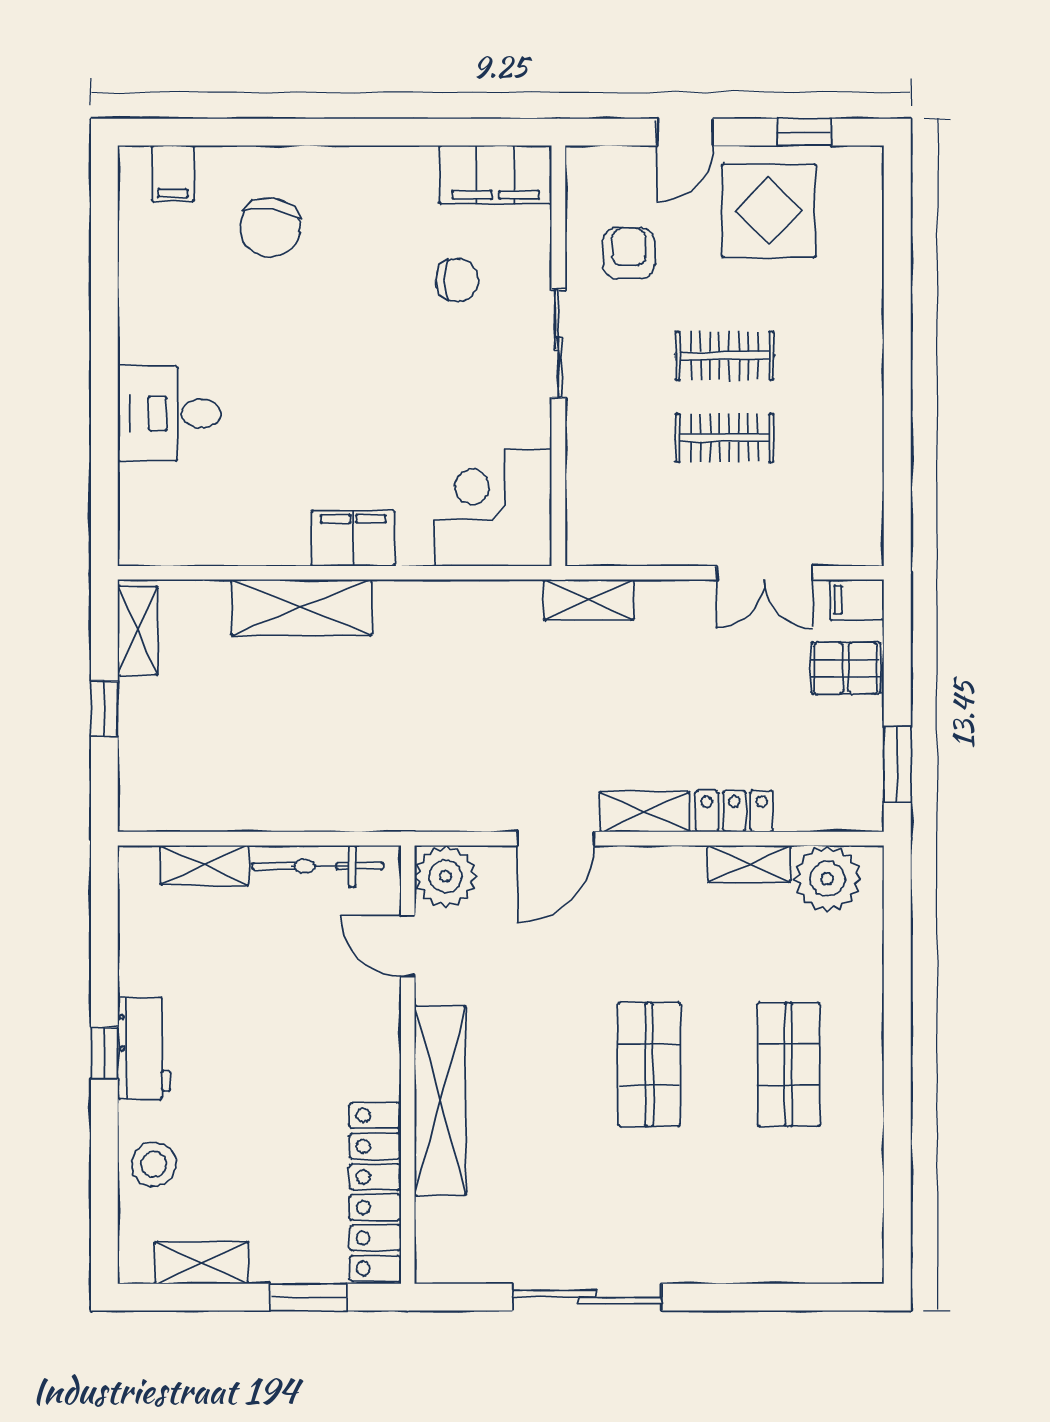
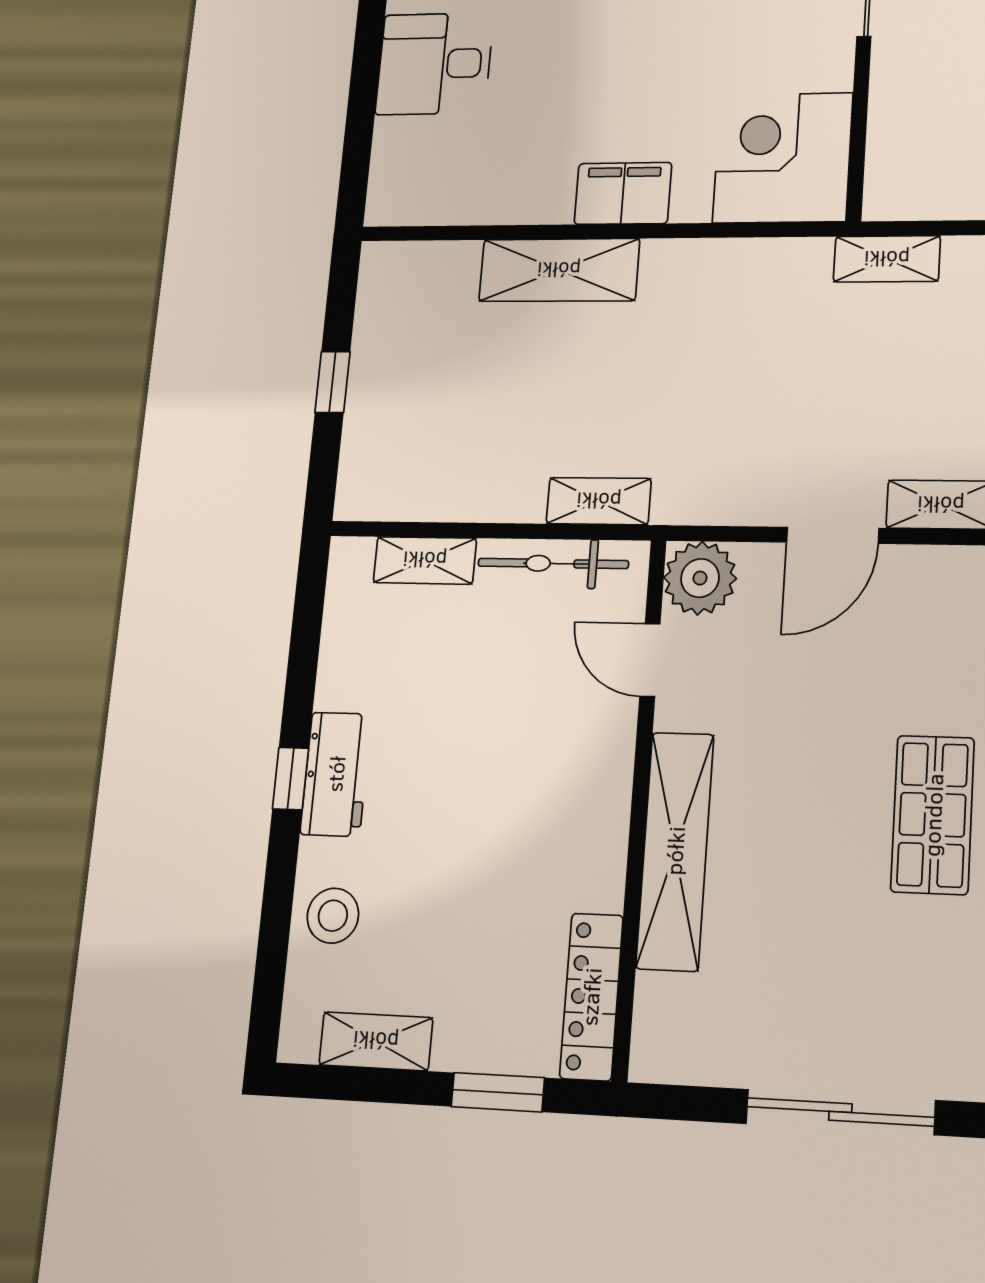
shelving: (138, 631) -> (599, 501), moved, turned 90
locker: (375, 1192) -> (591, 997), width x0.71, depth x0.83

